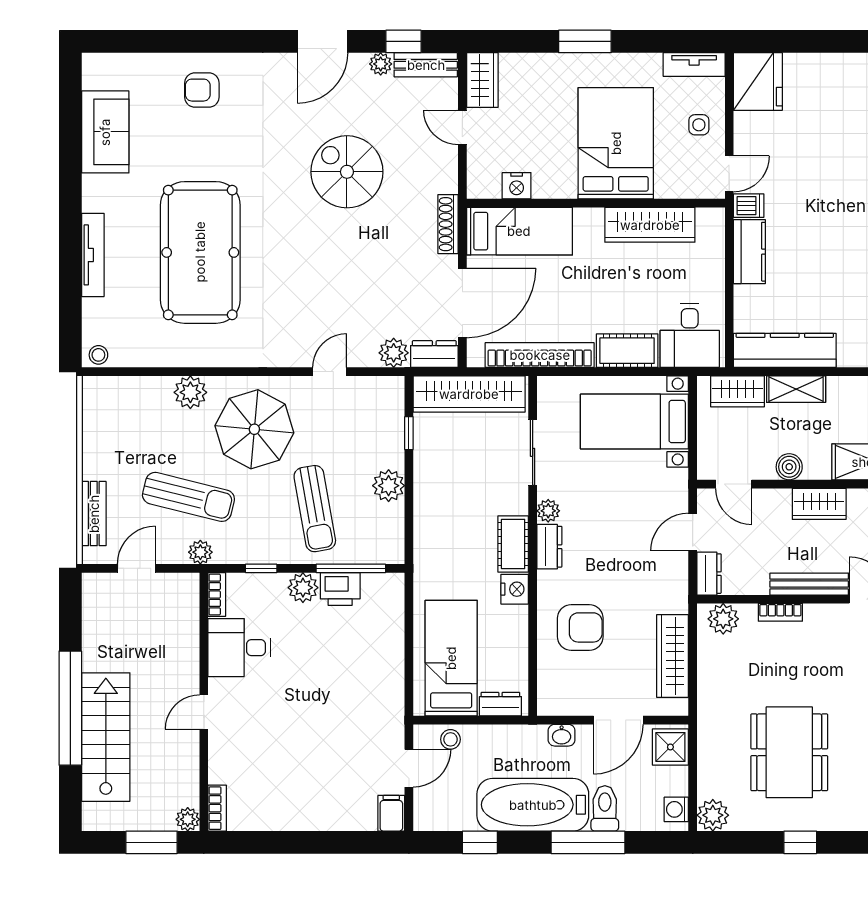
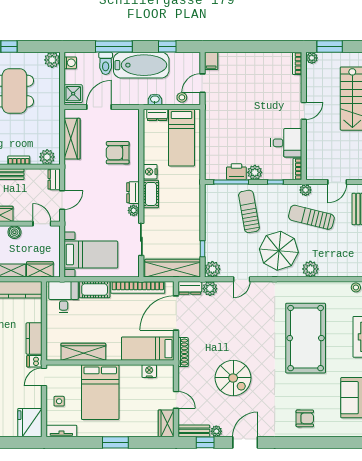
plant: (389, 486) -> (212, 269), moved
washbasin: (562, 735) -> (155, 99), moved

